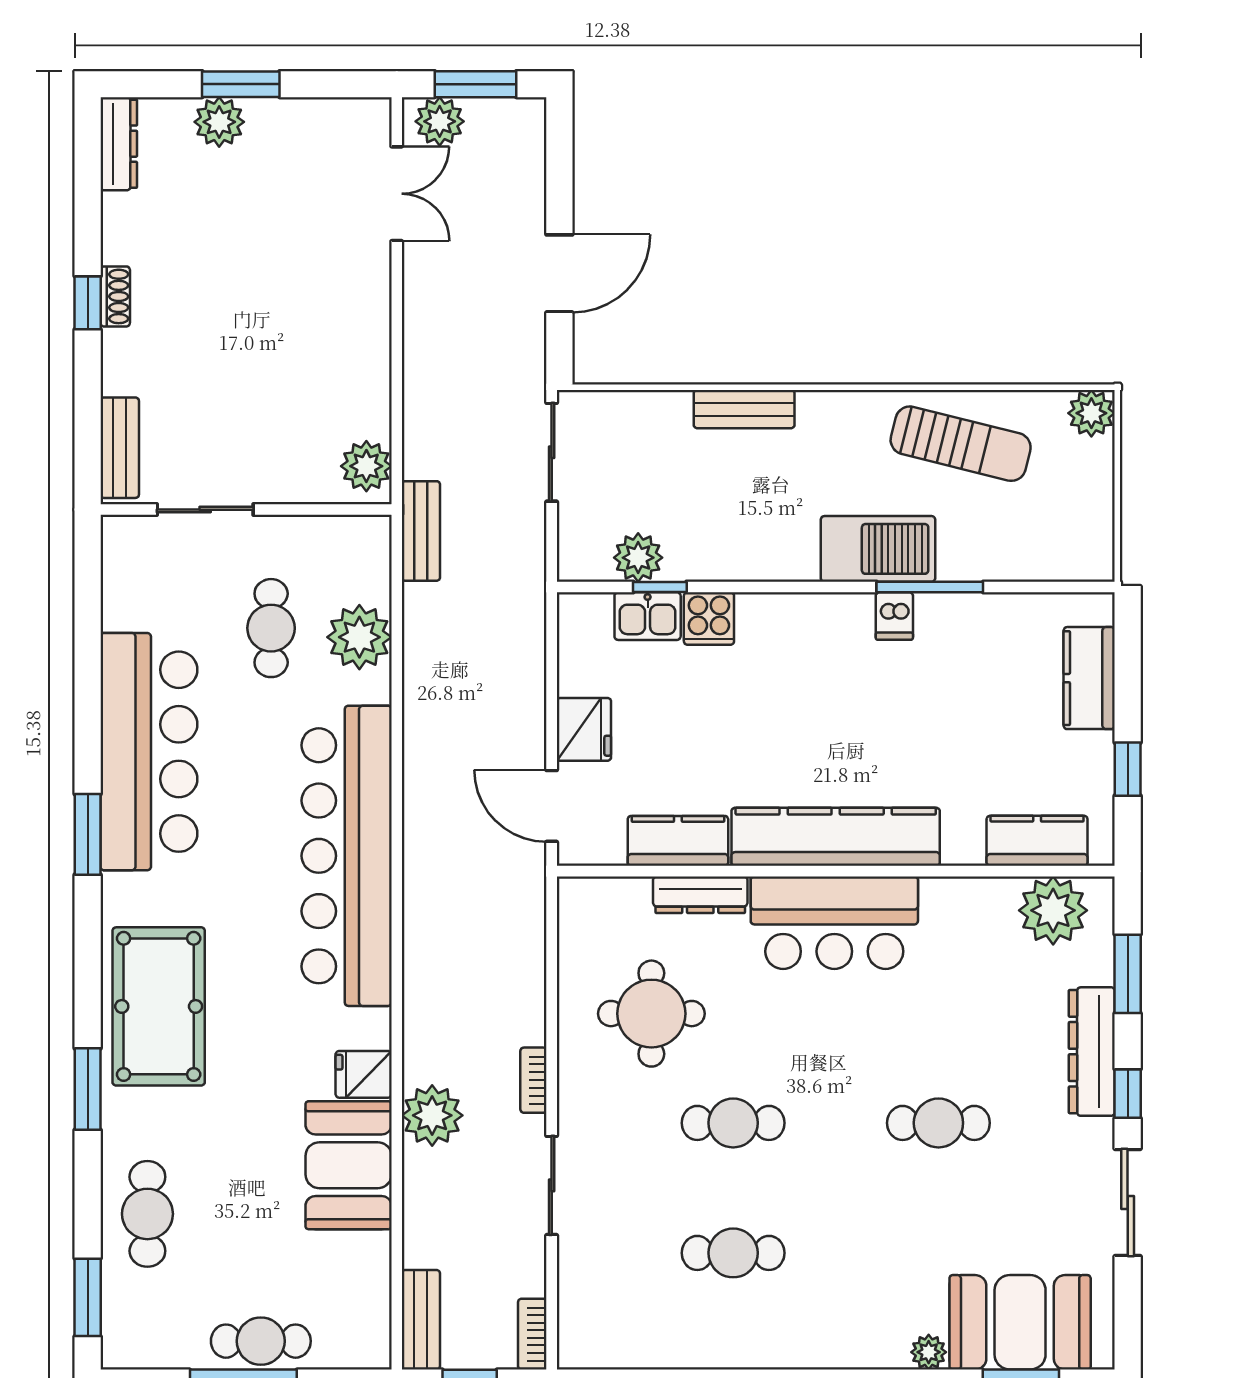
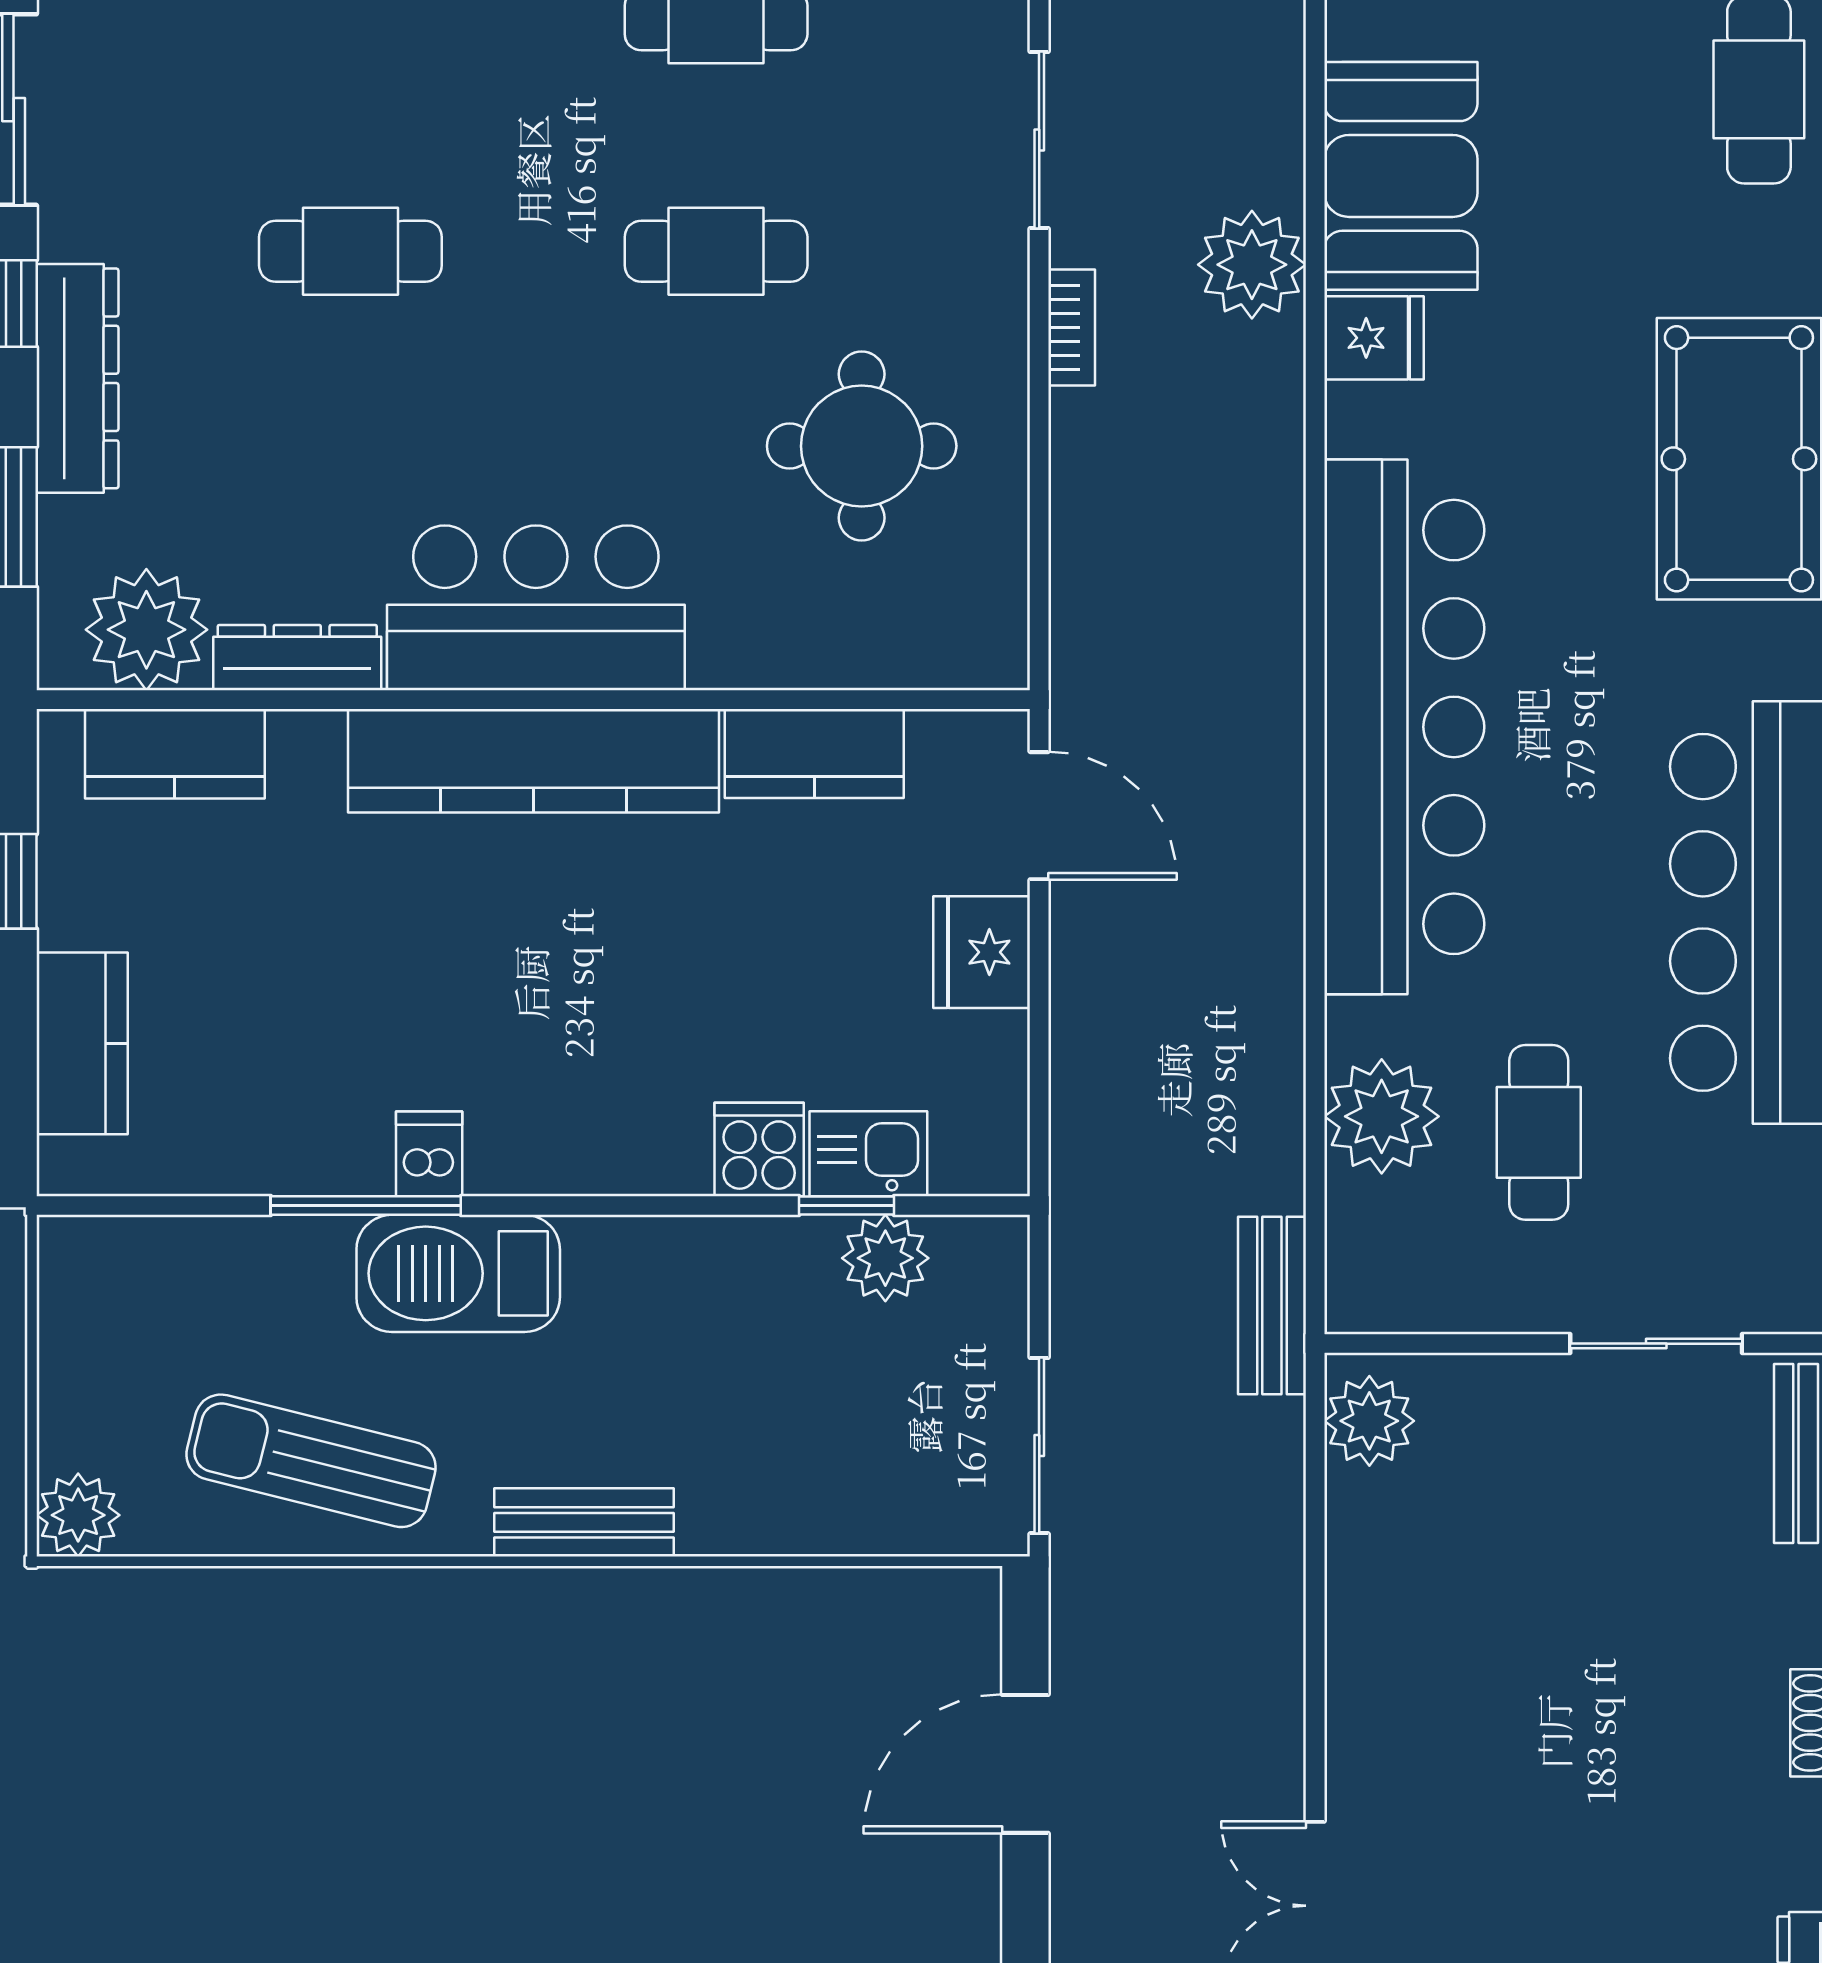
bench: (744, 409) -> (584, 1522), moved
dresser: (700, 895) -> (297, 658), moved

